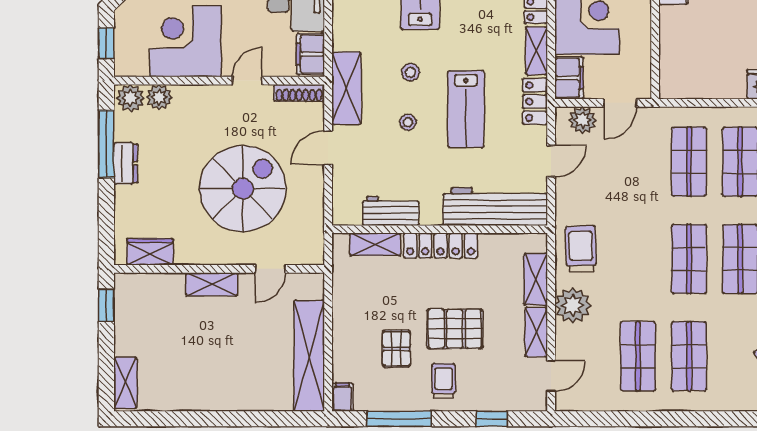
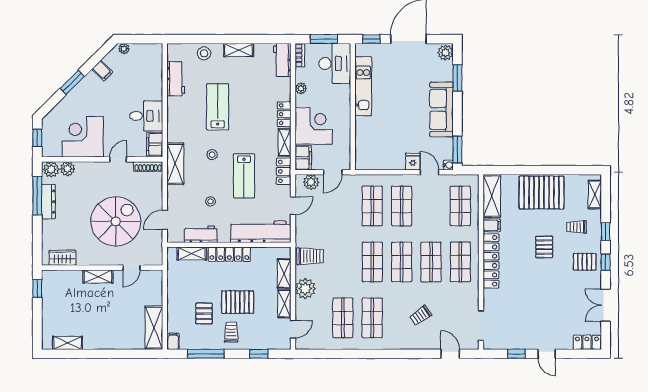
stool: (408, 122) -> (210, 201), moved
door: (328, 148) -> (165, 220), moved
dresser: (126, 163) -> (48, 202), width x1.44
trolley: (581, 249) -> (310, 256), turned 92
shelving: (309, 356) -> (154, 328), width x0.68
shelving: (125, 383) -> (68, 343), moved, turned 90

